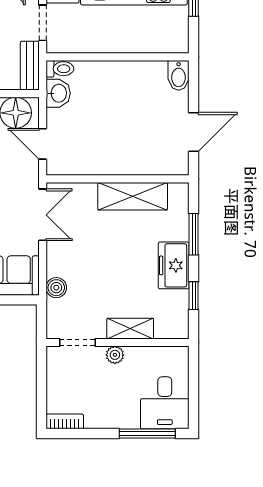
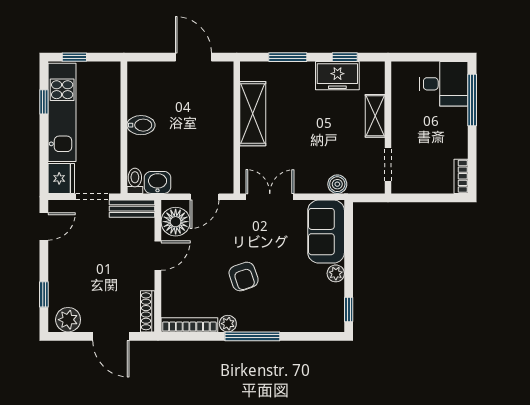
bidet: (179, 75) -> (141, 125), moved
freezer: (174, 265) -> (337, 76), moved
plant: (115, 355) -> (399, 130), removed

